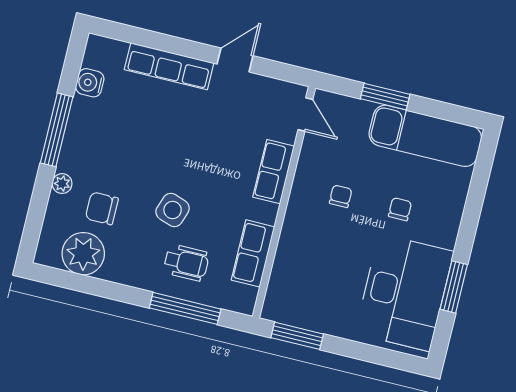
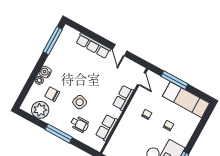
door: (235, 60) -> (120, 50), swing flipped
water cooler: (90, 83) -> (45, 72), moved
window: (385, 97) -> (175, 80), width x1.44
window: (57, 130) -> (53, 41), moved
window: (185, 308) -> (59, 133), moved

